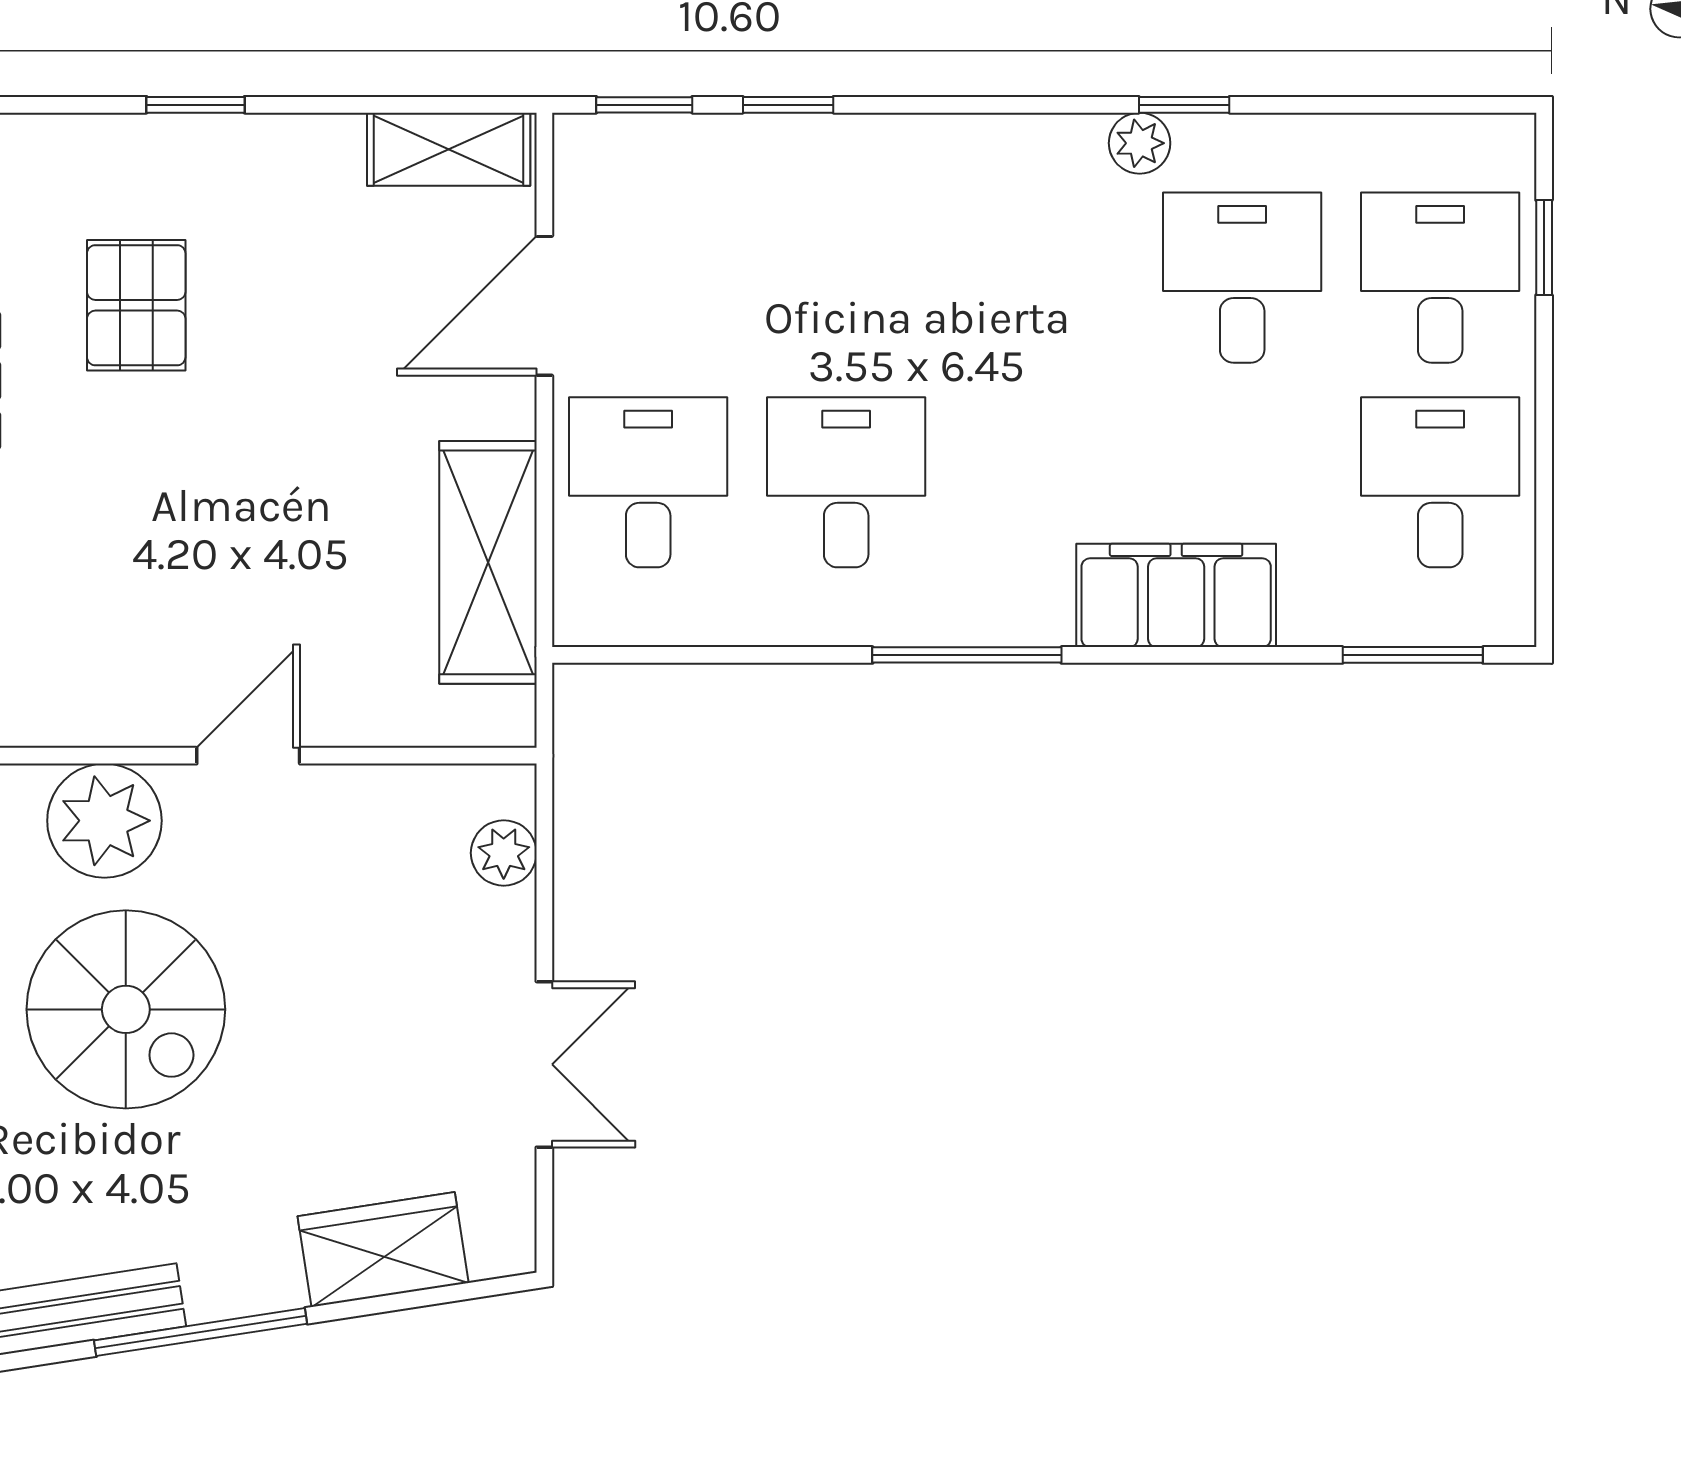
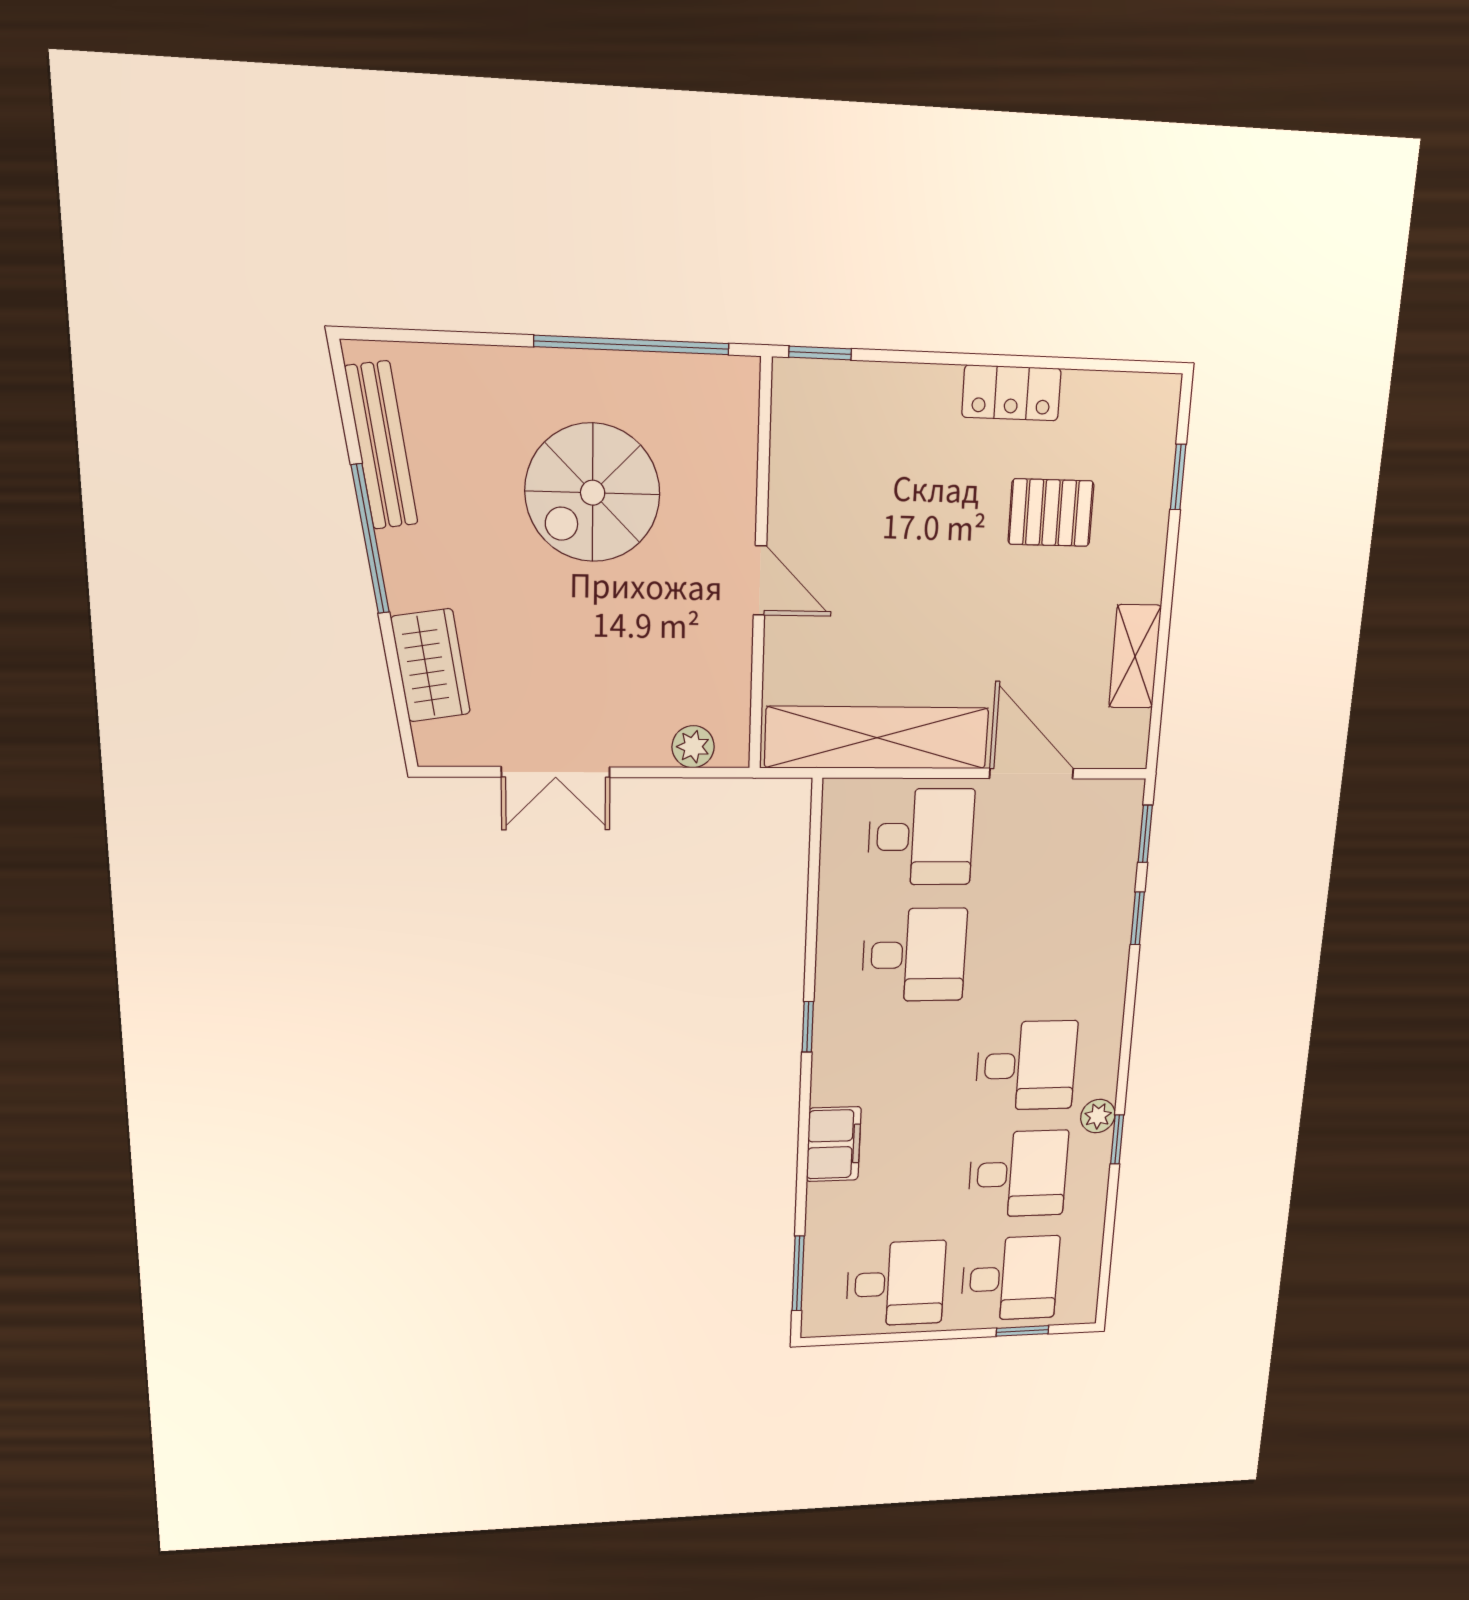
window: (196, 105) -> (1178, 477), moved
shelving: (449, 149) -> (1135, 656), moved
desk: (1044, 278) -> (1026, 1066), added
shelving: (488, 562) -> (877, 738), width x1.47
filing cabinet: (1176, 595) -> (834, 1144), width x0.67, depth x0.86
window: (967, 655) -> (808, 1027), width x0.46
plant: (104, 821) -> (720, 482), removed

